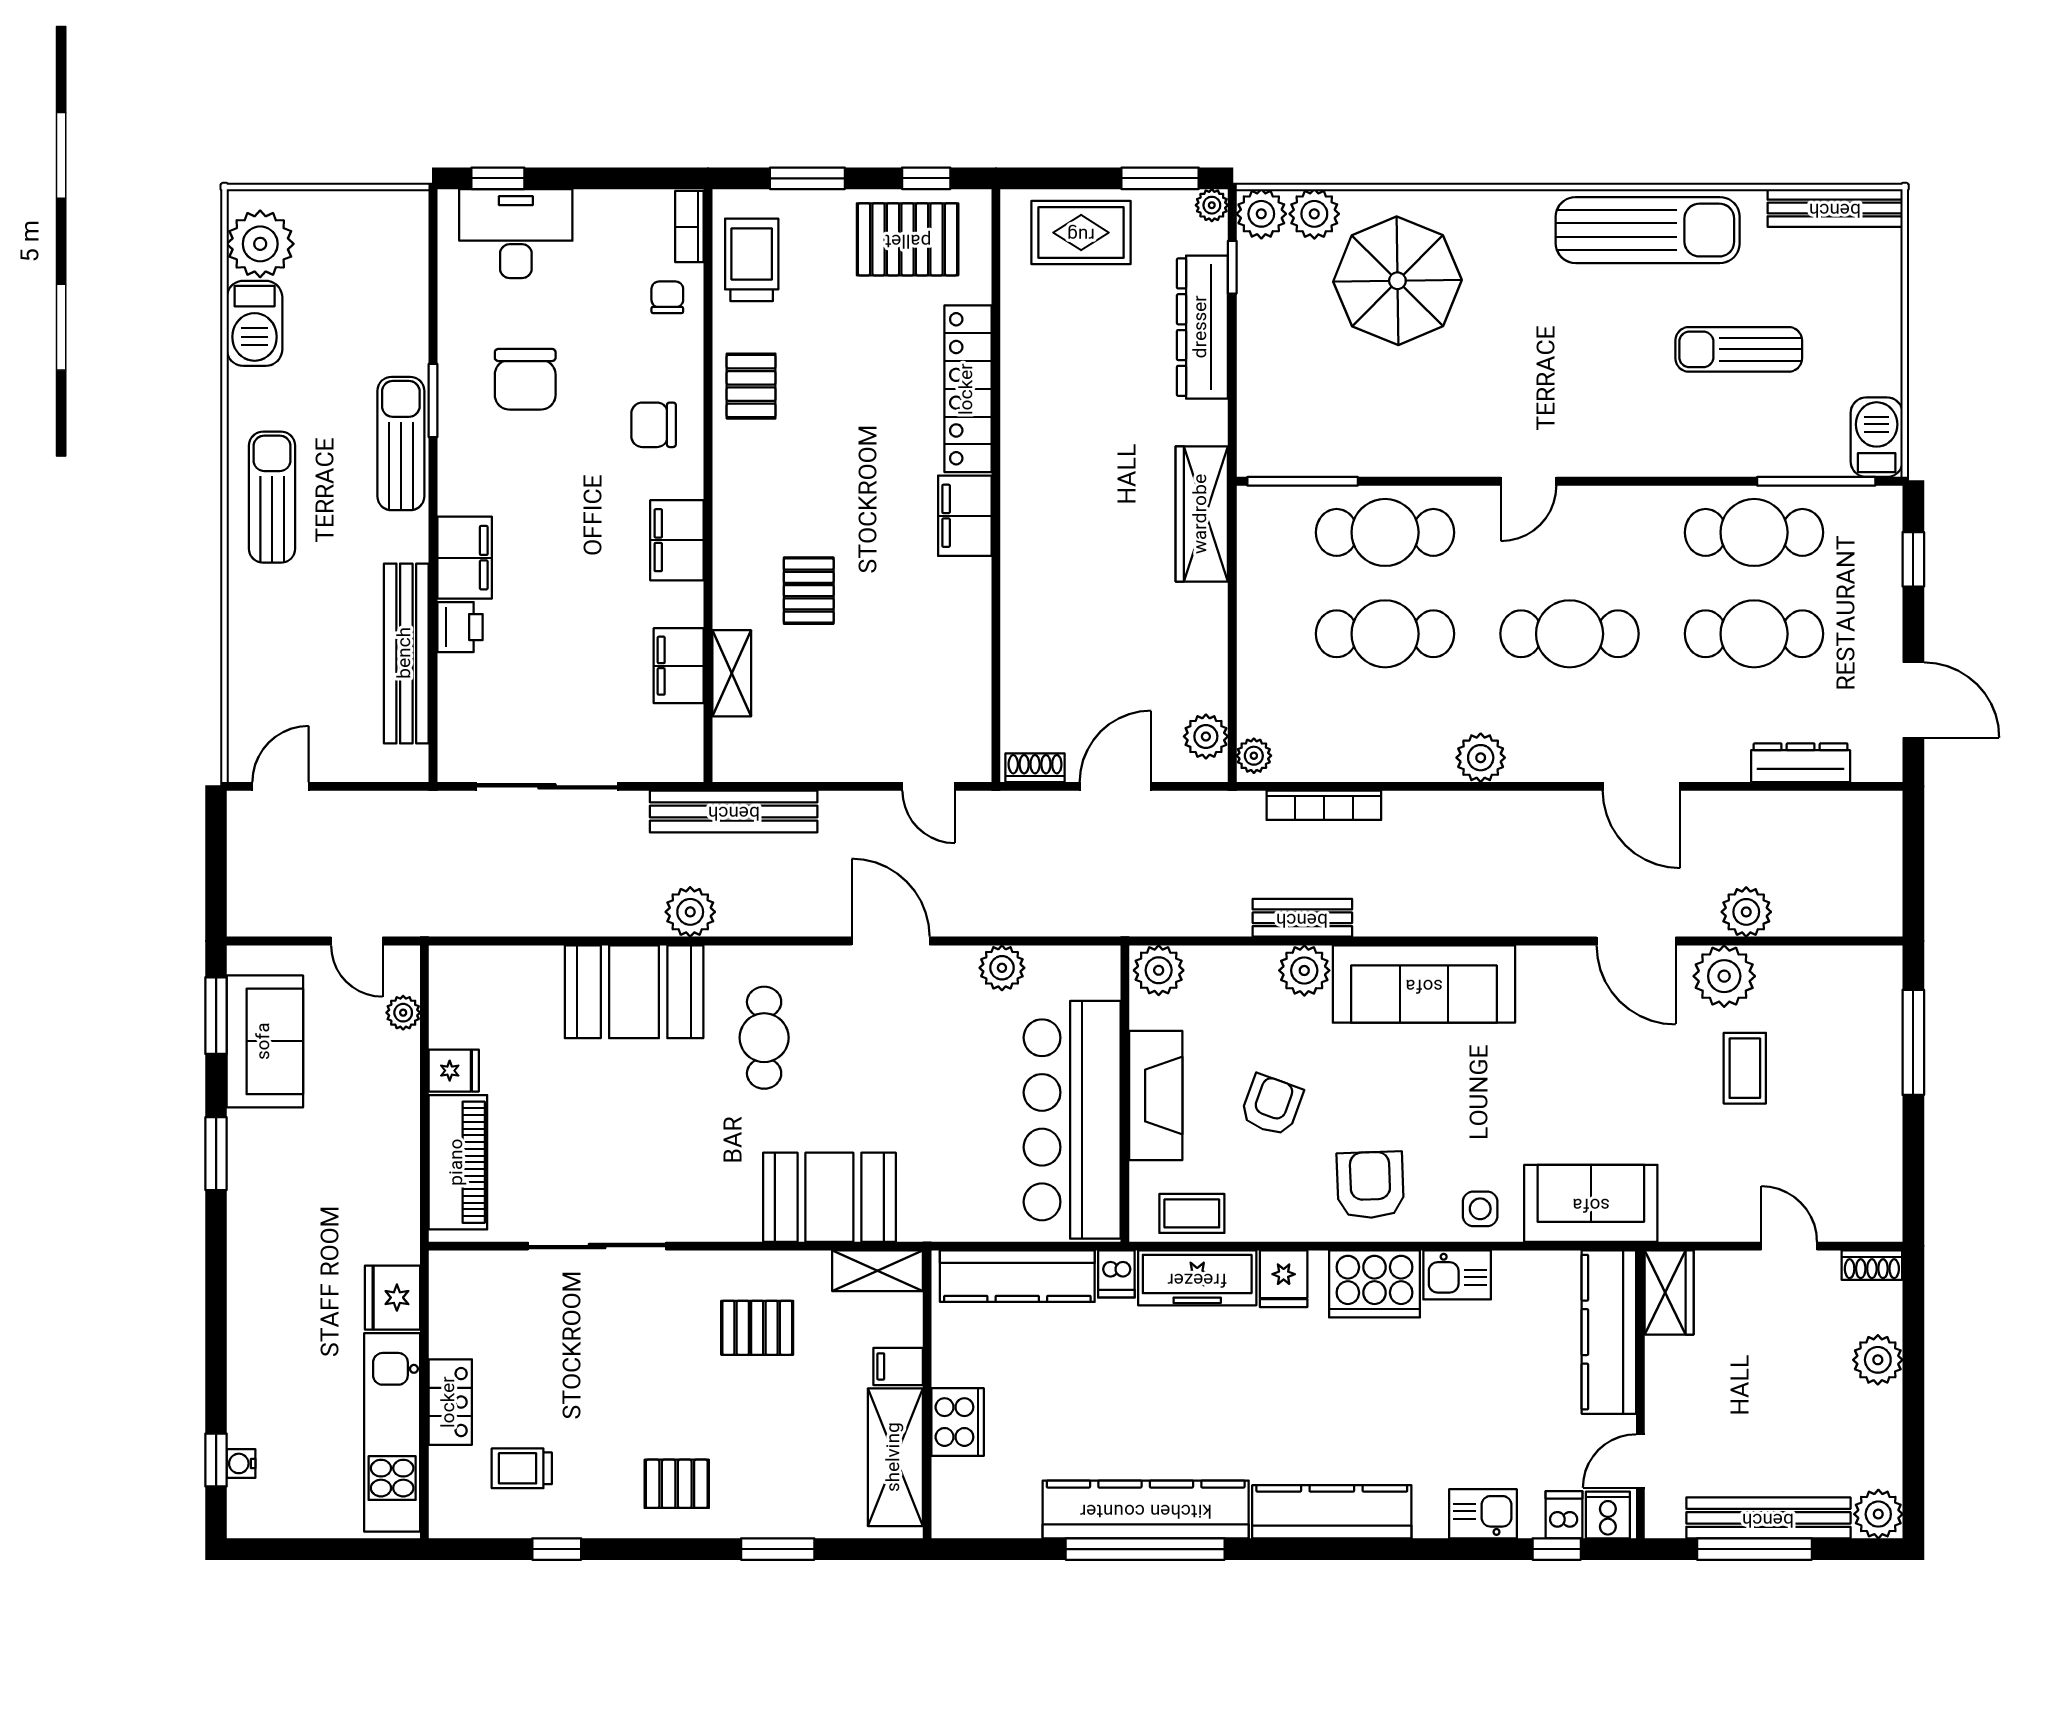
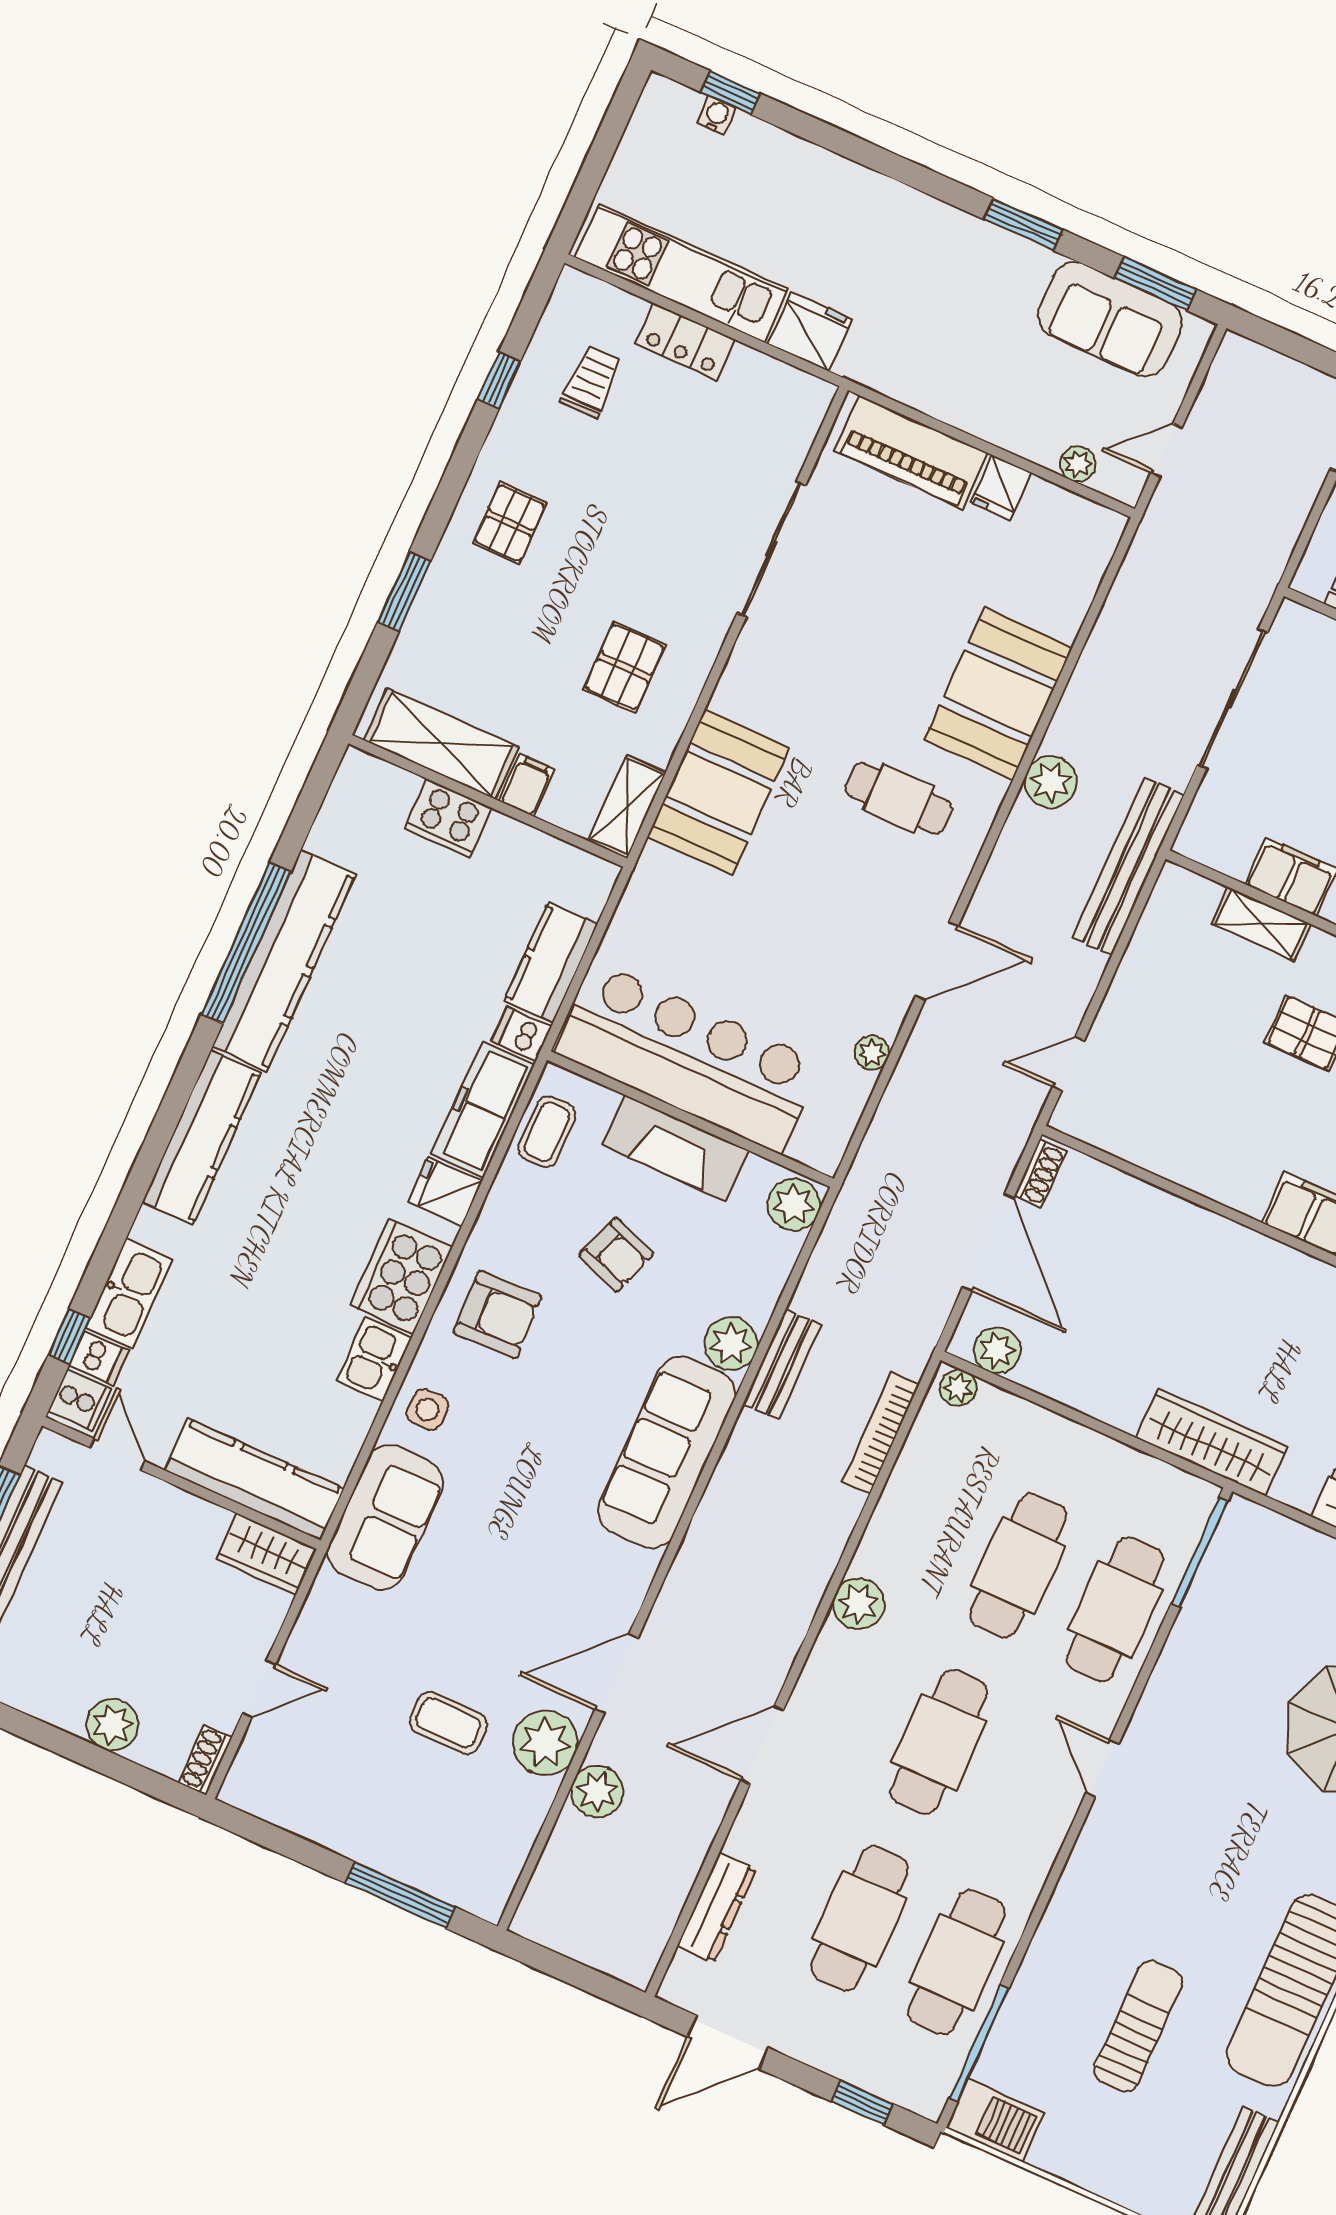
door: (1115, 786) -> (988, 1242), width x1.36
plant: (1002, 968) -> (872, 1053), width x0.73, depth x0.73
kitchen counter: (1017, 1276) -> (551, 963), width x0.67
kitchen sink: (1483, 1514) -> (129, 1293), width x1.38

